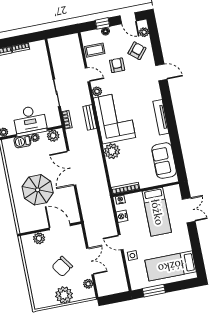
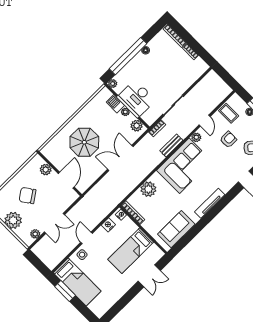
plant: (112, 151) -> (148, 189), moved
chair: (62, 266) -> (28, 196), moved
bed: (171, 266) -> (77, 282), moved, turned 180

